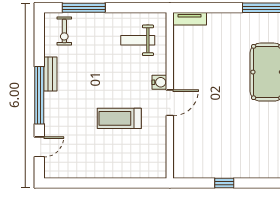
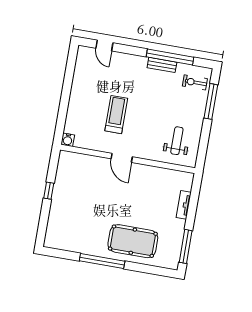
tv unit: (190, 19) -> (184, 205), moved
water cooler: (159, 82) -> (68, 140), moved
window: (39, 95) -> (170, 57), moved

